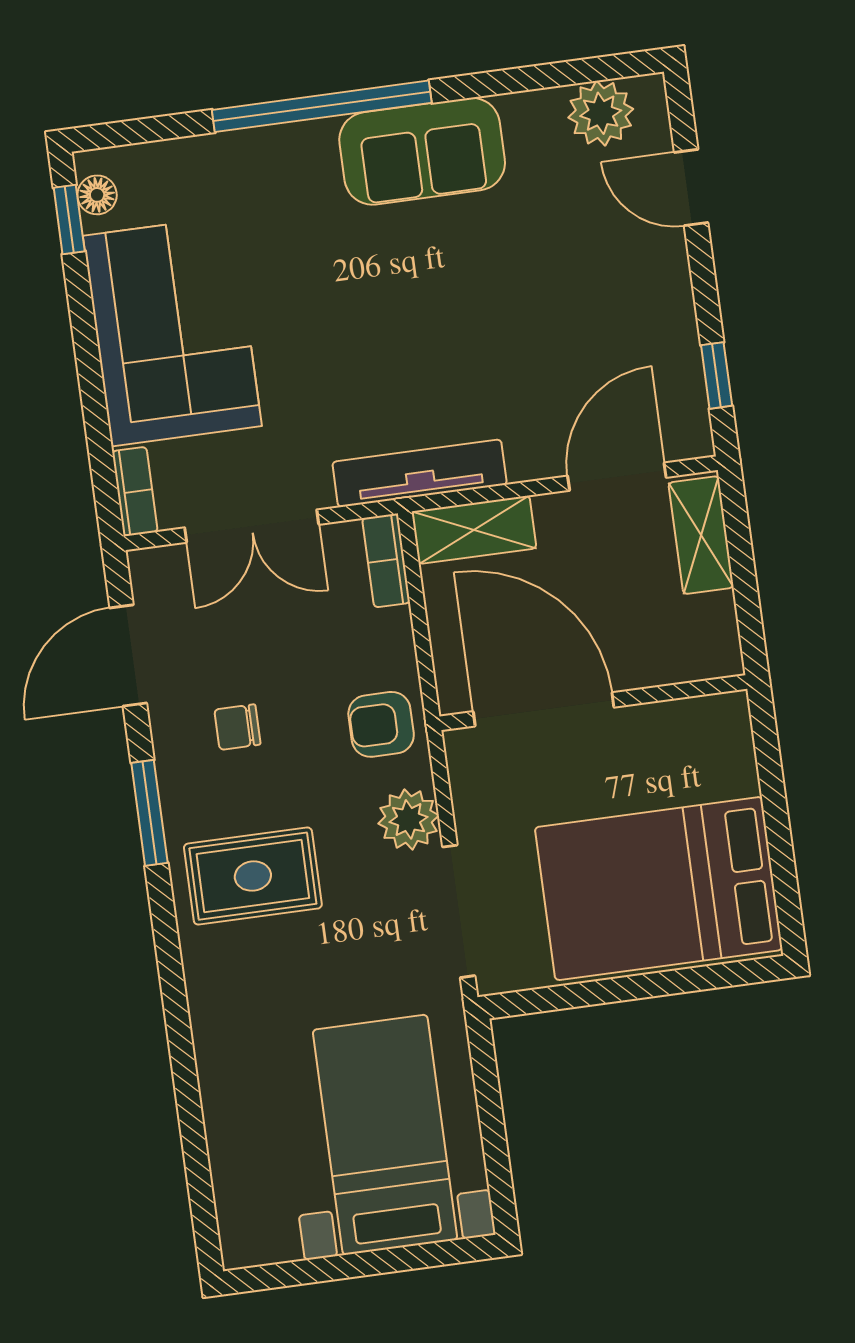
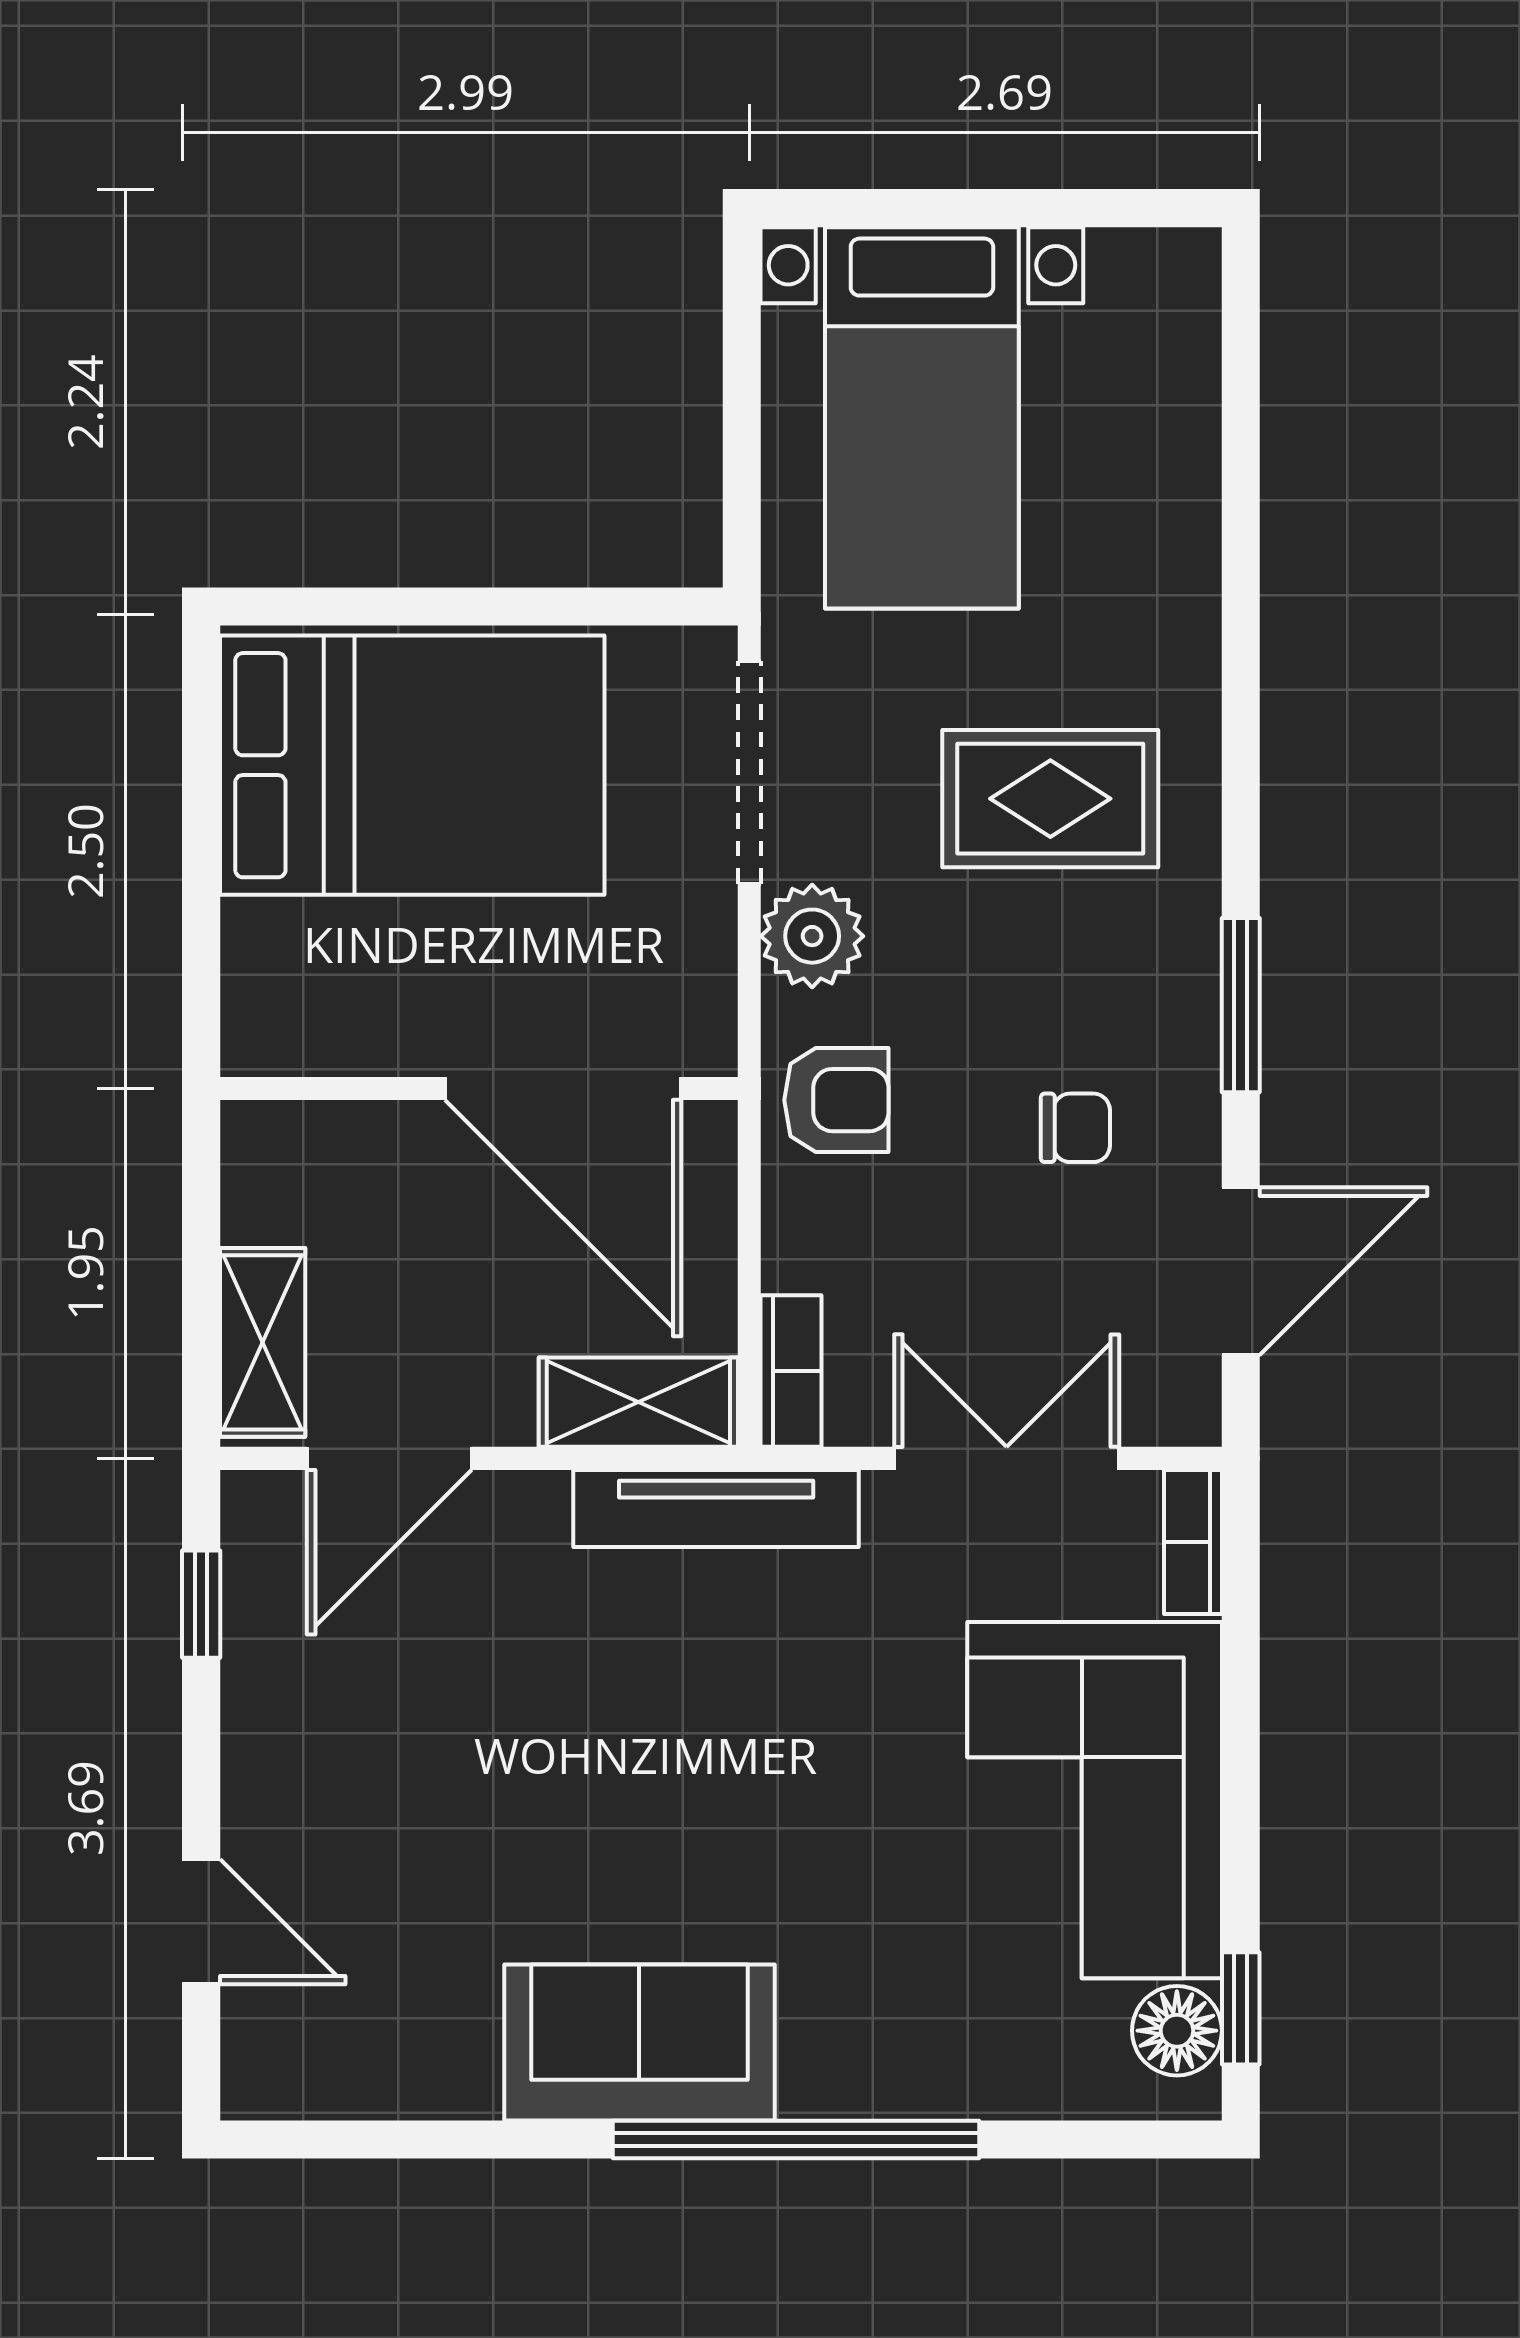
plant: (601, 113) -> (334, 2065), removed
floor lamp: (97, 195) -> (1177, 2031), width x1.37, depth x1.37
rug: (253, 876) -> (1050, 799), moved

